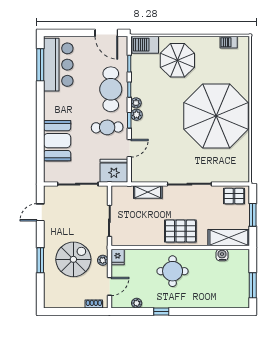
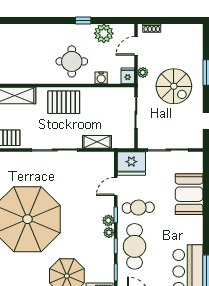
water cooler: (222, 255) -> (101, 78), moved
spiral stairs: (73, 259) -> (174, 86), moved, turned -90
plant: (137, 303) -> (104, 33), width x1.88, depth x1.88

